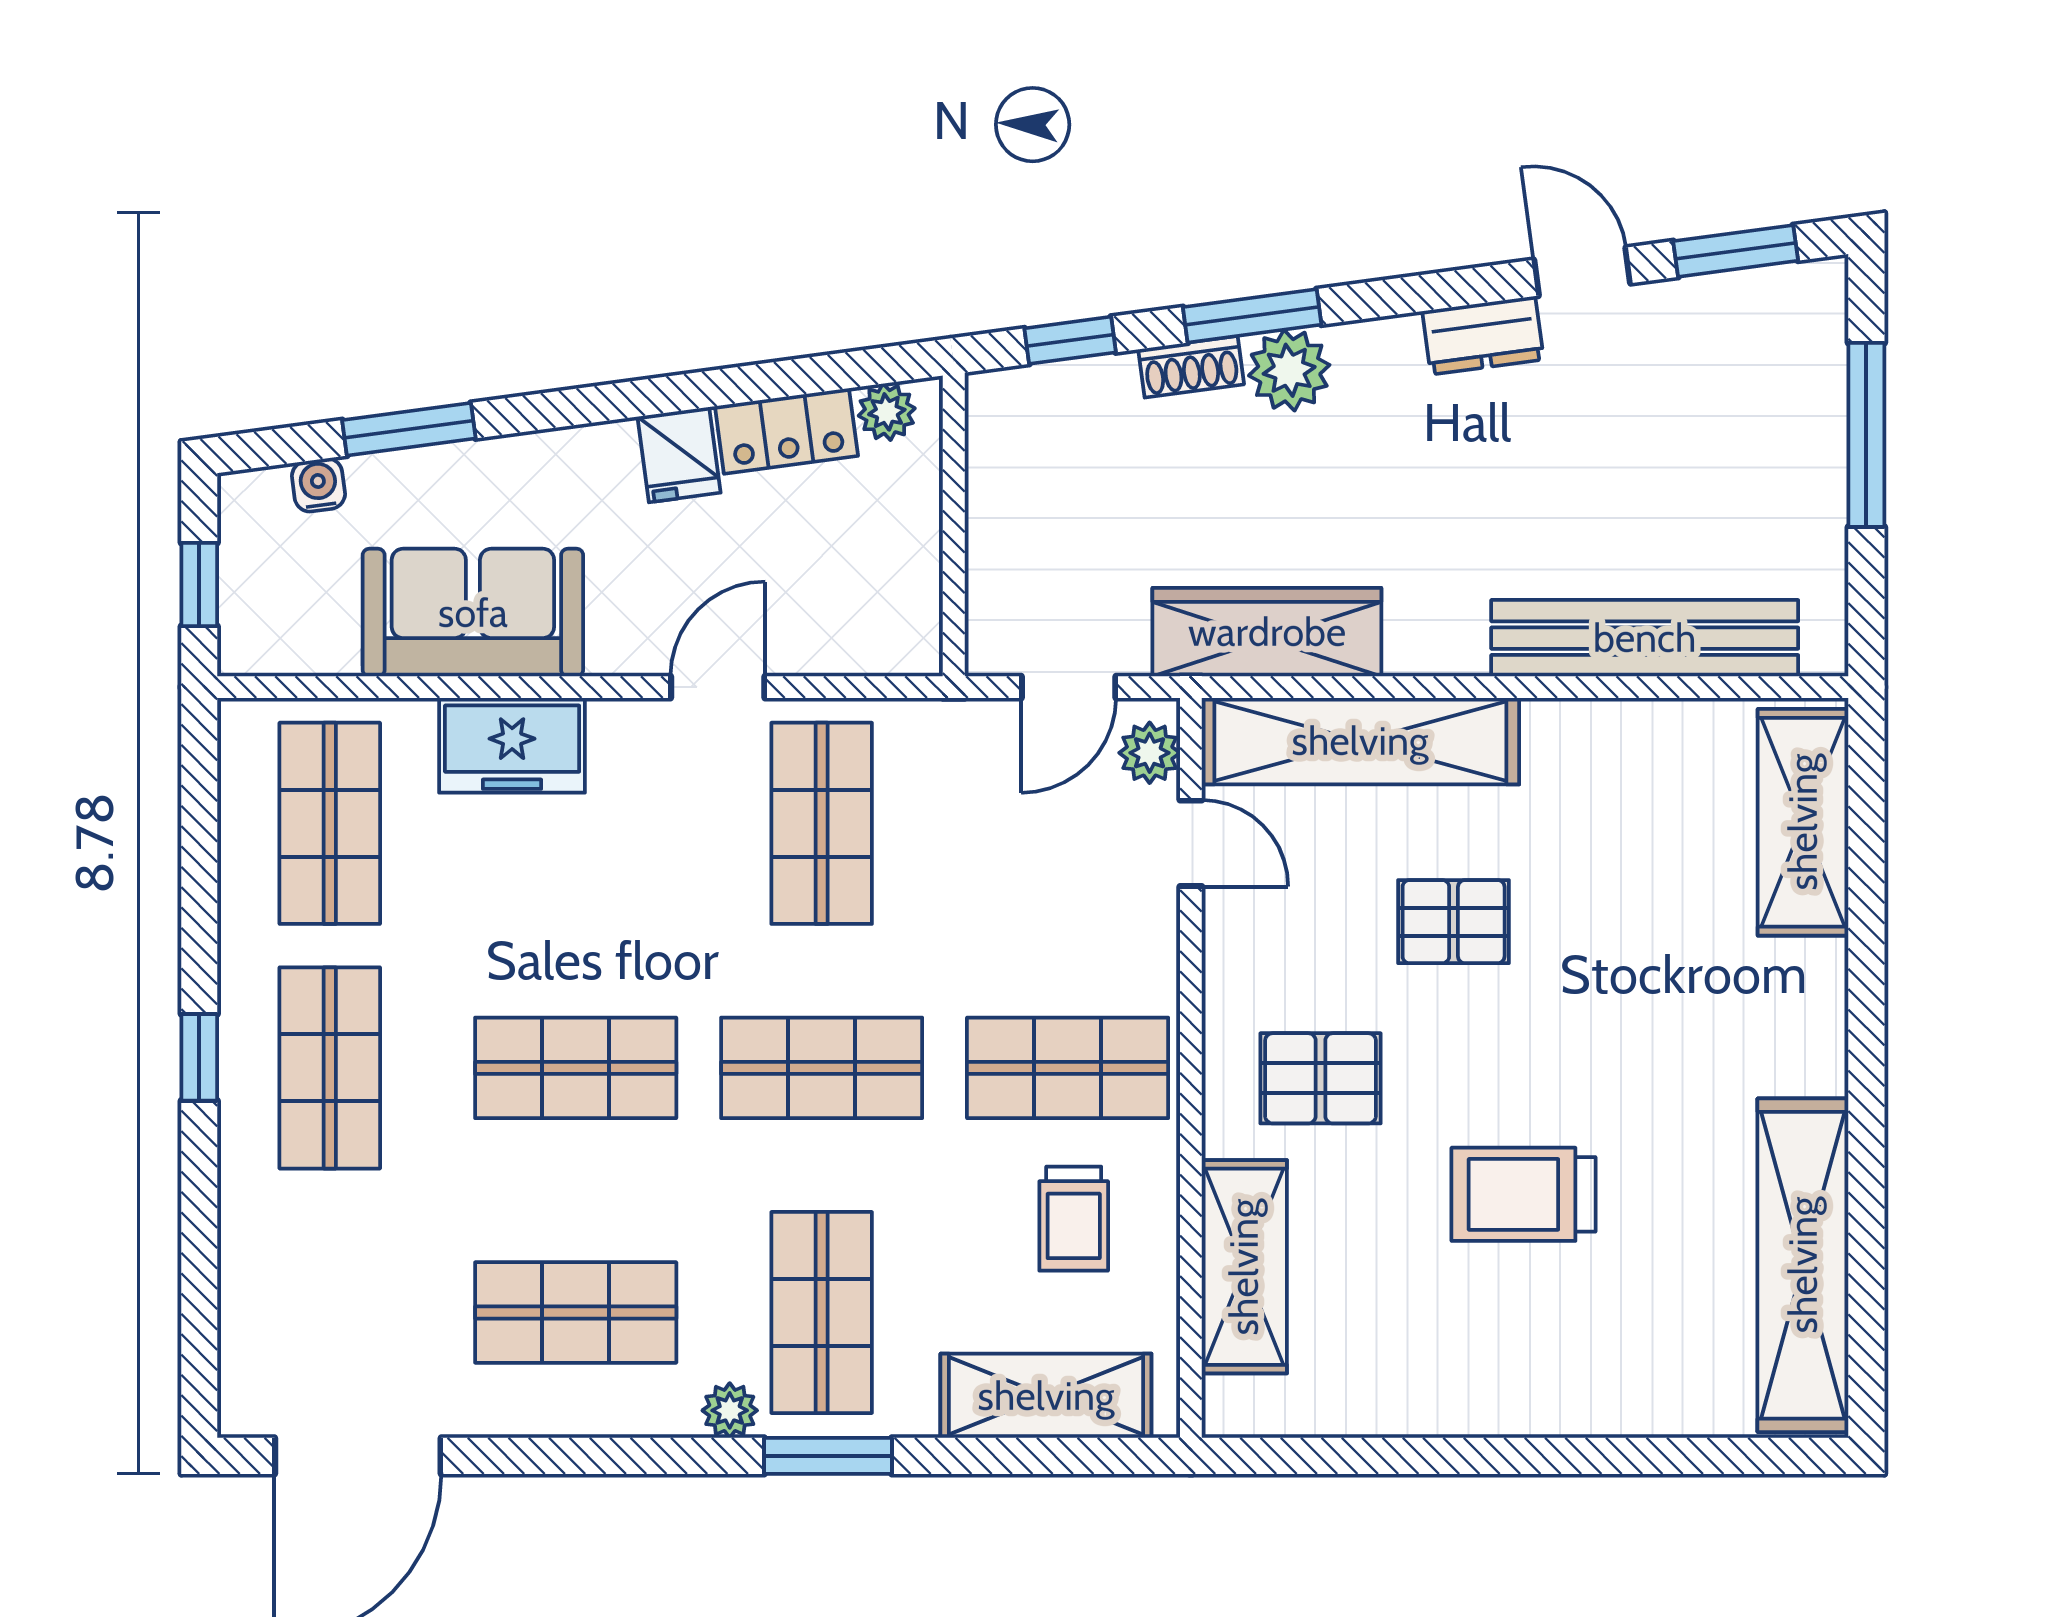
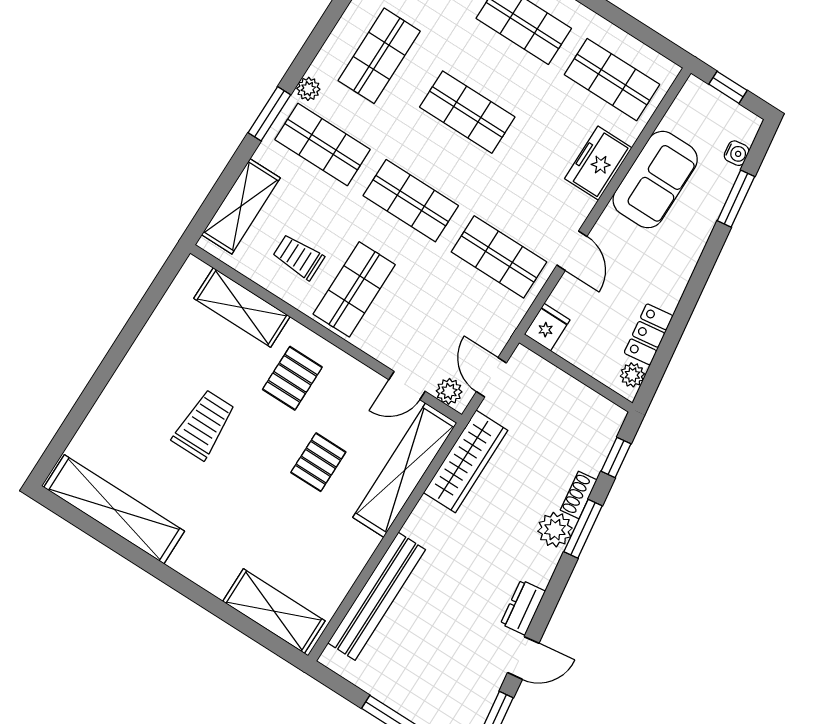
fridge: (679, 455) -> (547, 327), moved, turned 98
shop shelf: (576, 1068) -> (467, 112), turned 90
shop shelf: (822, 1068) -> (411, 201), turned 90

